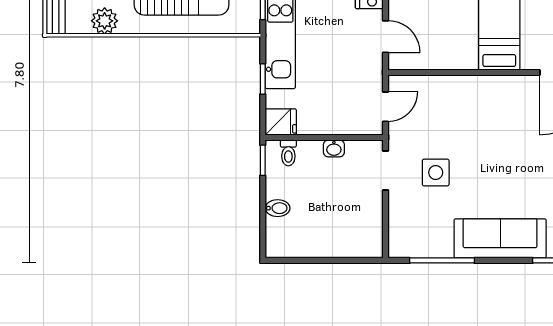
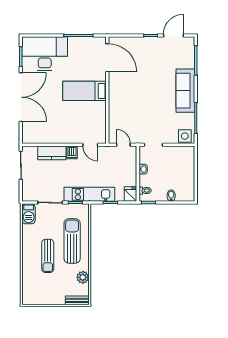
door: (386, 37) -> (90, 145), swing flipped
side table: (436, 173) -> (185, 136), moved

